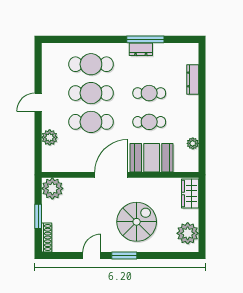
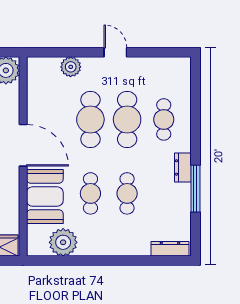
dresser: (141, 49) -> (183, 167), moved
cafe table: (91, 64) -> (164, 119), width x0.73, depth x0.74
dresser: (193, 79) -> (170, 249), moved
plant: (193, 143) -> (63, 242), width x1.88, depth x1.88

